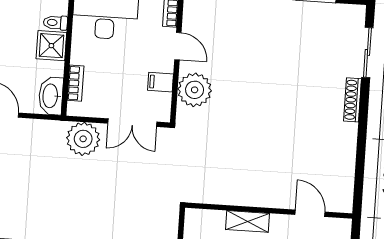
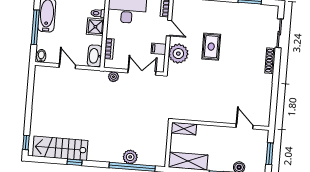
rug: (251, 77) -> (211, 47), added
double door: (132, 123) -> (142, 72), swing flipped
plant: (83, 139) -> (113, 77), width x0.53, depth x0.53
shelving: (248, 221) -> (184, 129), moved

